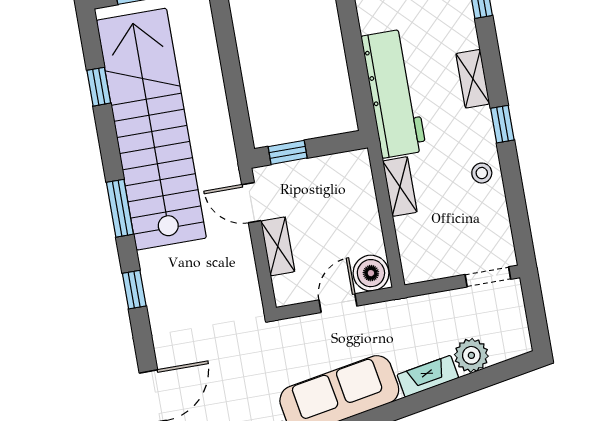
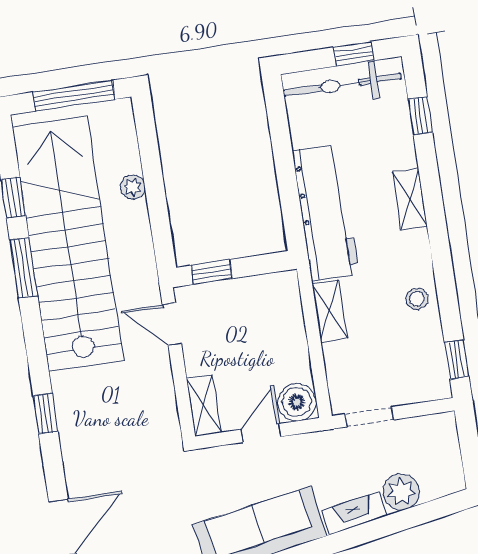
plant: (211, 74) -> (133, 187), added
window: (502, 124) -> (457, 359), moved
window: (120, 208) -> (24, 268), moved
shelving: (278, 246) -> (204, 405), moved
doorway: (488, 277) -> (369, 417), moved

